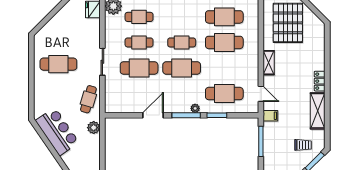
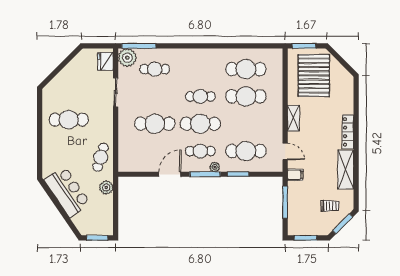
cafe table: (139, 42) -> (200, 151), moved
sliding door: (102, 62) -> (116, 92), moved
locker: (320, 81) -> (348, 132), width x1.53

